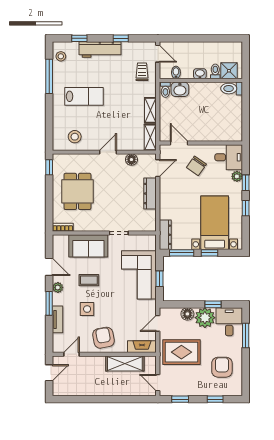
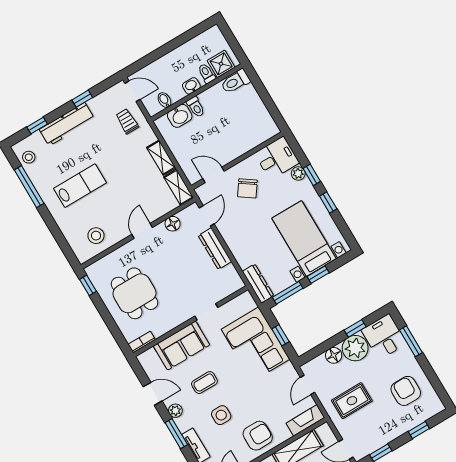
toilet: (165, 90) -> (196, 107), moved
armchair: (104, 338) -> (258, 436), turned 101
rug: (181, 352) -> (352, 401), width x0.73, depth x0.70

